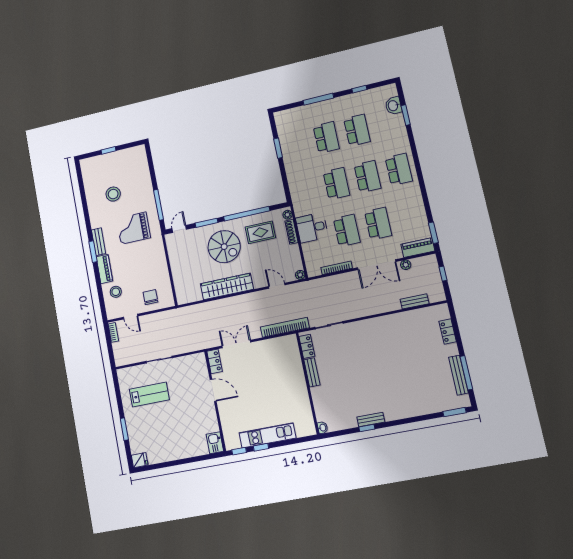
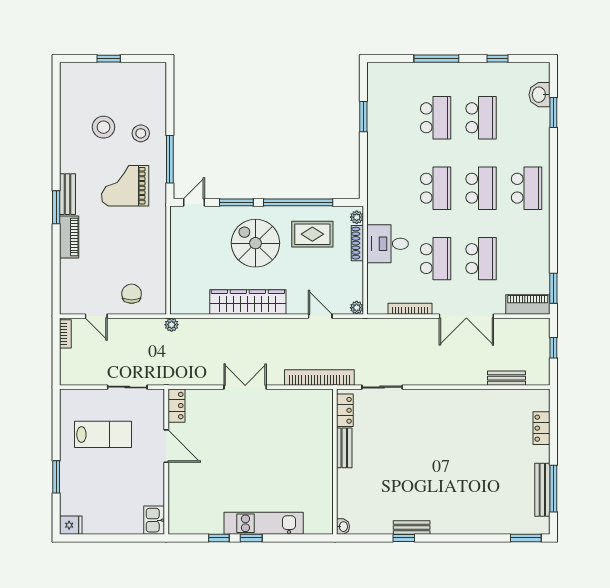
spiral stairs: (224, 247) -> (255, 243), turned 180
plant: (406, 265) -> (172, 325), moved
stool: (116, 292) -> (141, 133), moved
locker: (215, 361) -> (177, 406), moved
door: (213, 390) -> (166, 446), moved
wall: (215, 401) -> (166, 462), moved
kitchen sink: (215, 443) -> (154, 520), moved

